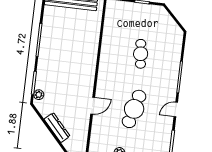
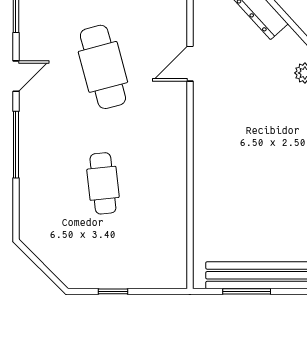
cafe table: (134, 109) -> (103, 67), turned -30

